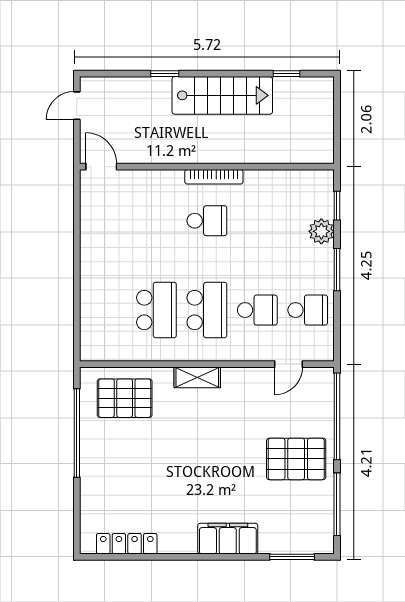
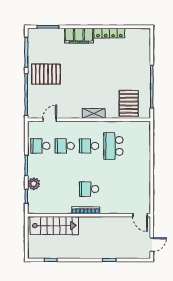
stairs: (222, 95) -> (54, 226), moved, turned 180
school desk: (207, 310) -> (89, 146), width x0.54
pallet: (125, 398) -> (129, 103), turned 90
locker: (127, 544) -> (109, 33), moved

